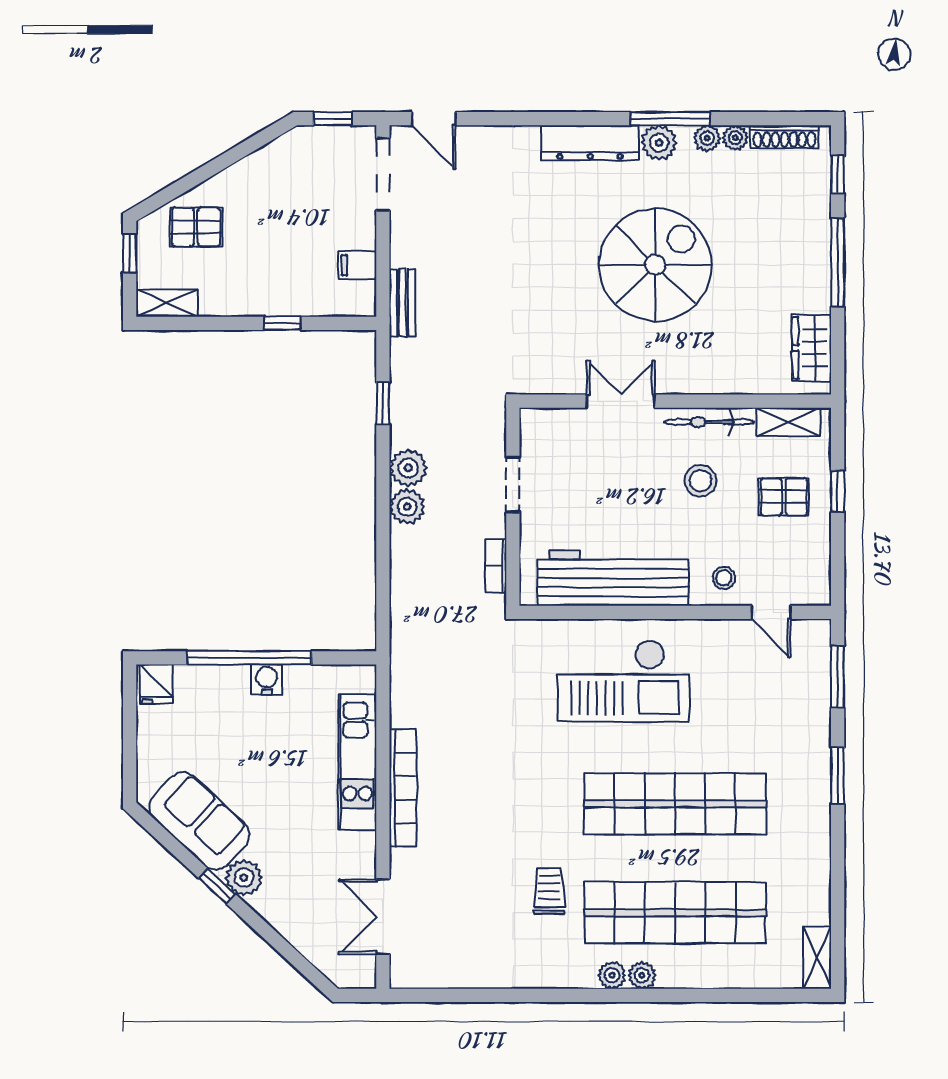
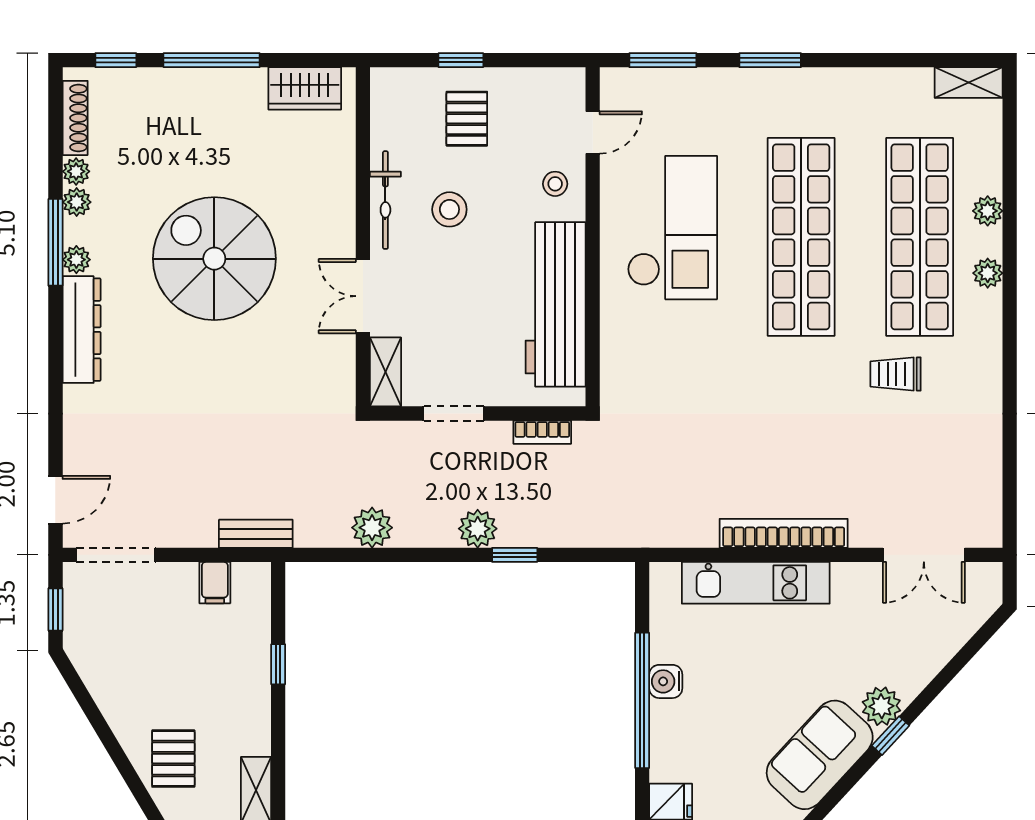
plant: (659, 143) -> (76, 260), width x0.73, depth x0.73
window: (383, 403) -> (515, 555), moved
shelving: (788, 422) -> (386, 372), moved
plant: (408, 468) -> (372, 528), moved
checkout: (623, 681) -> (672, 228), moved
plant: (612, 975) -> (988, 211), moved

